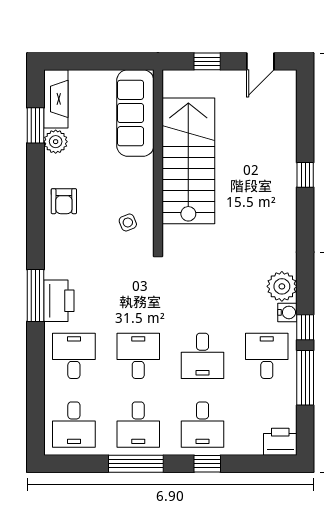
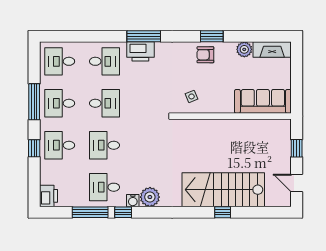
window: (36, 125) -> (212, 36), moved
stairs: (188, 161) -> (223, 190), moved, turned 180
desk: (267, 356) -> (105, 187), turned 180

